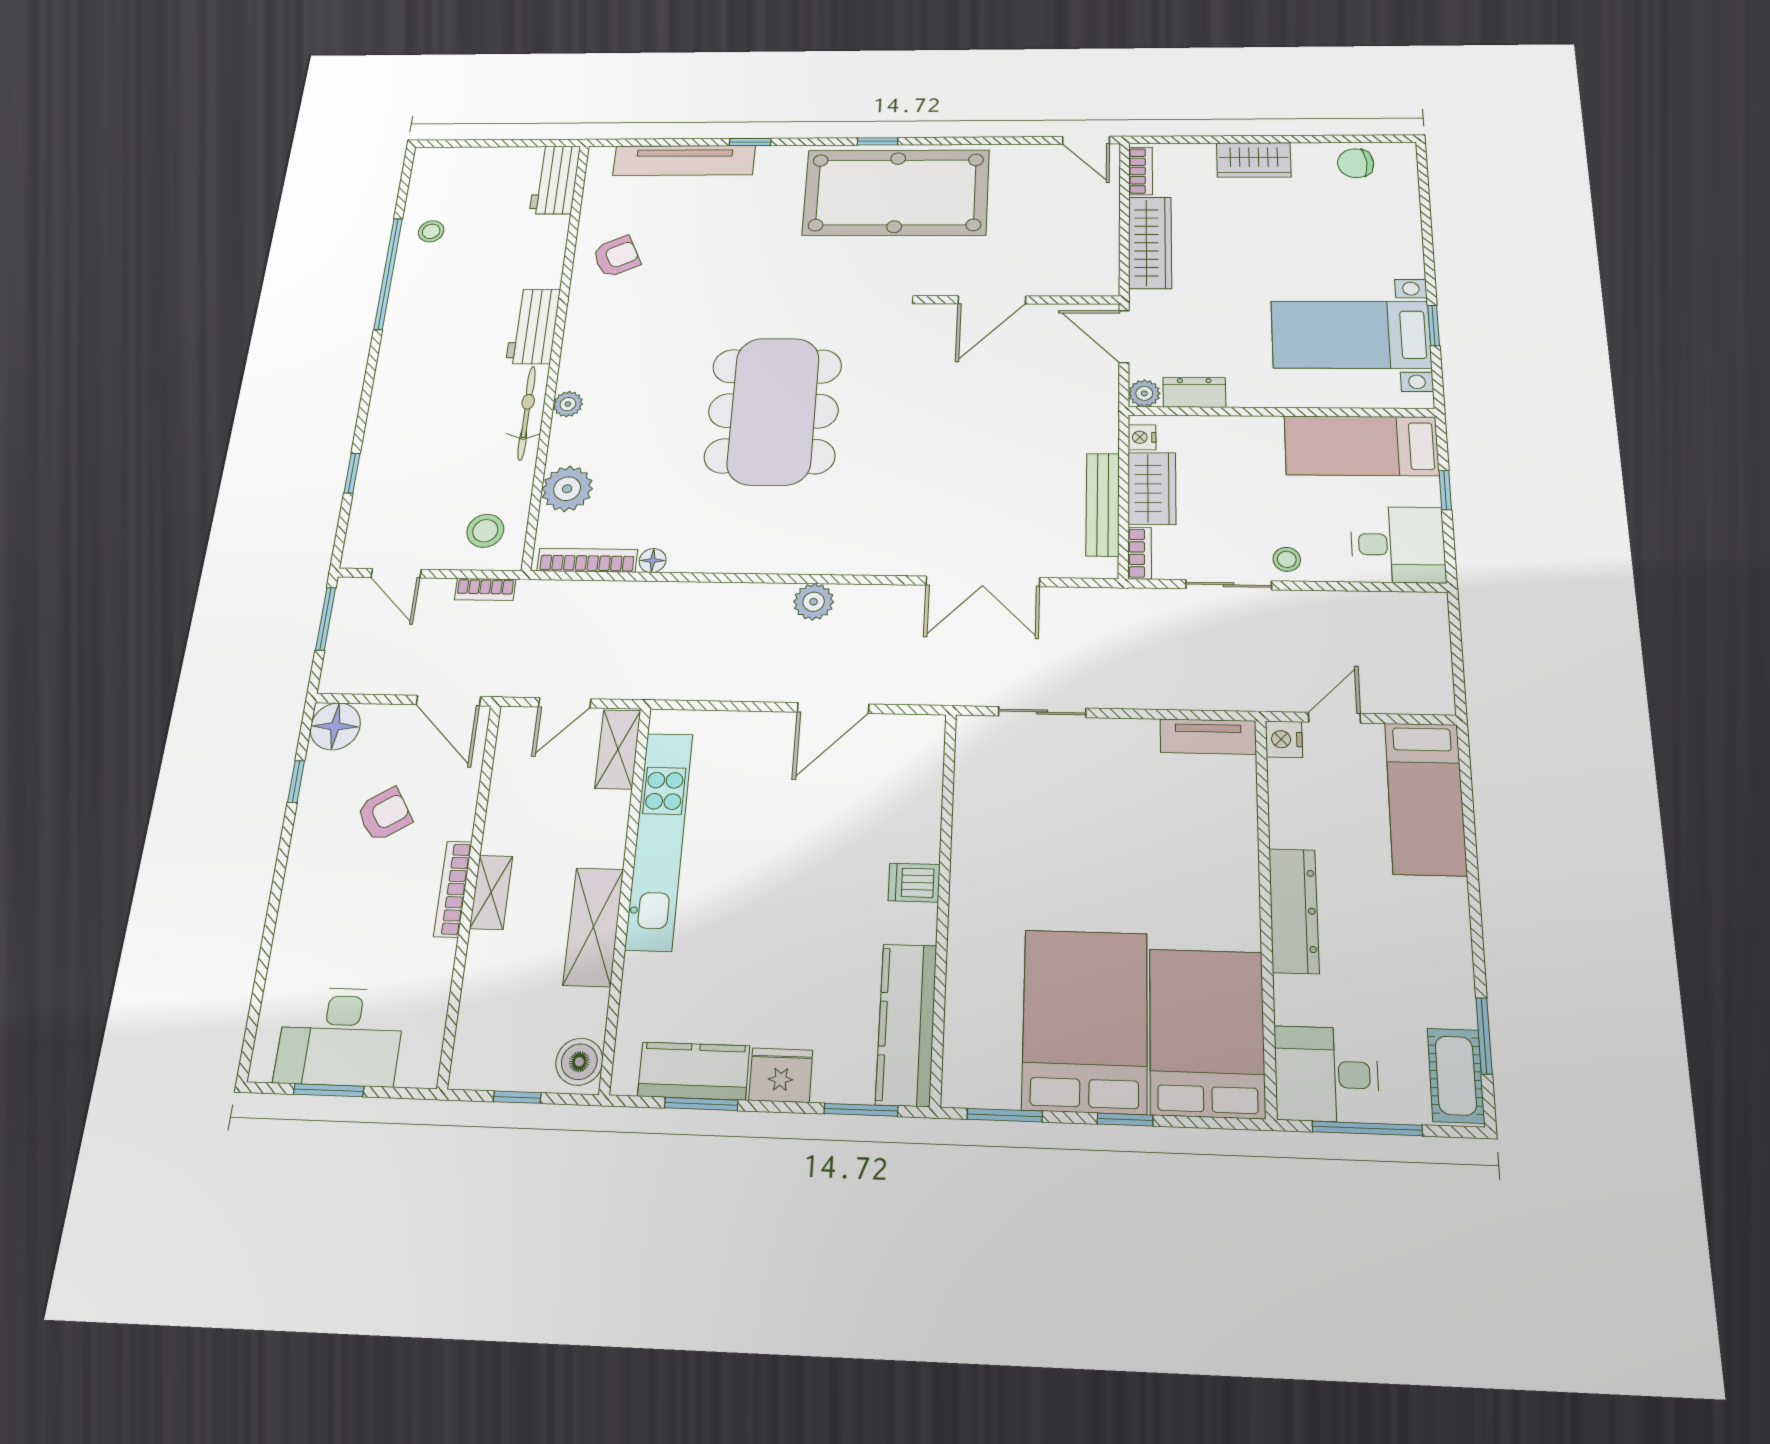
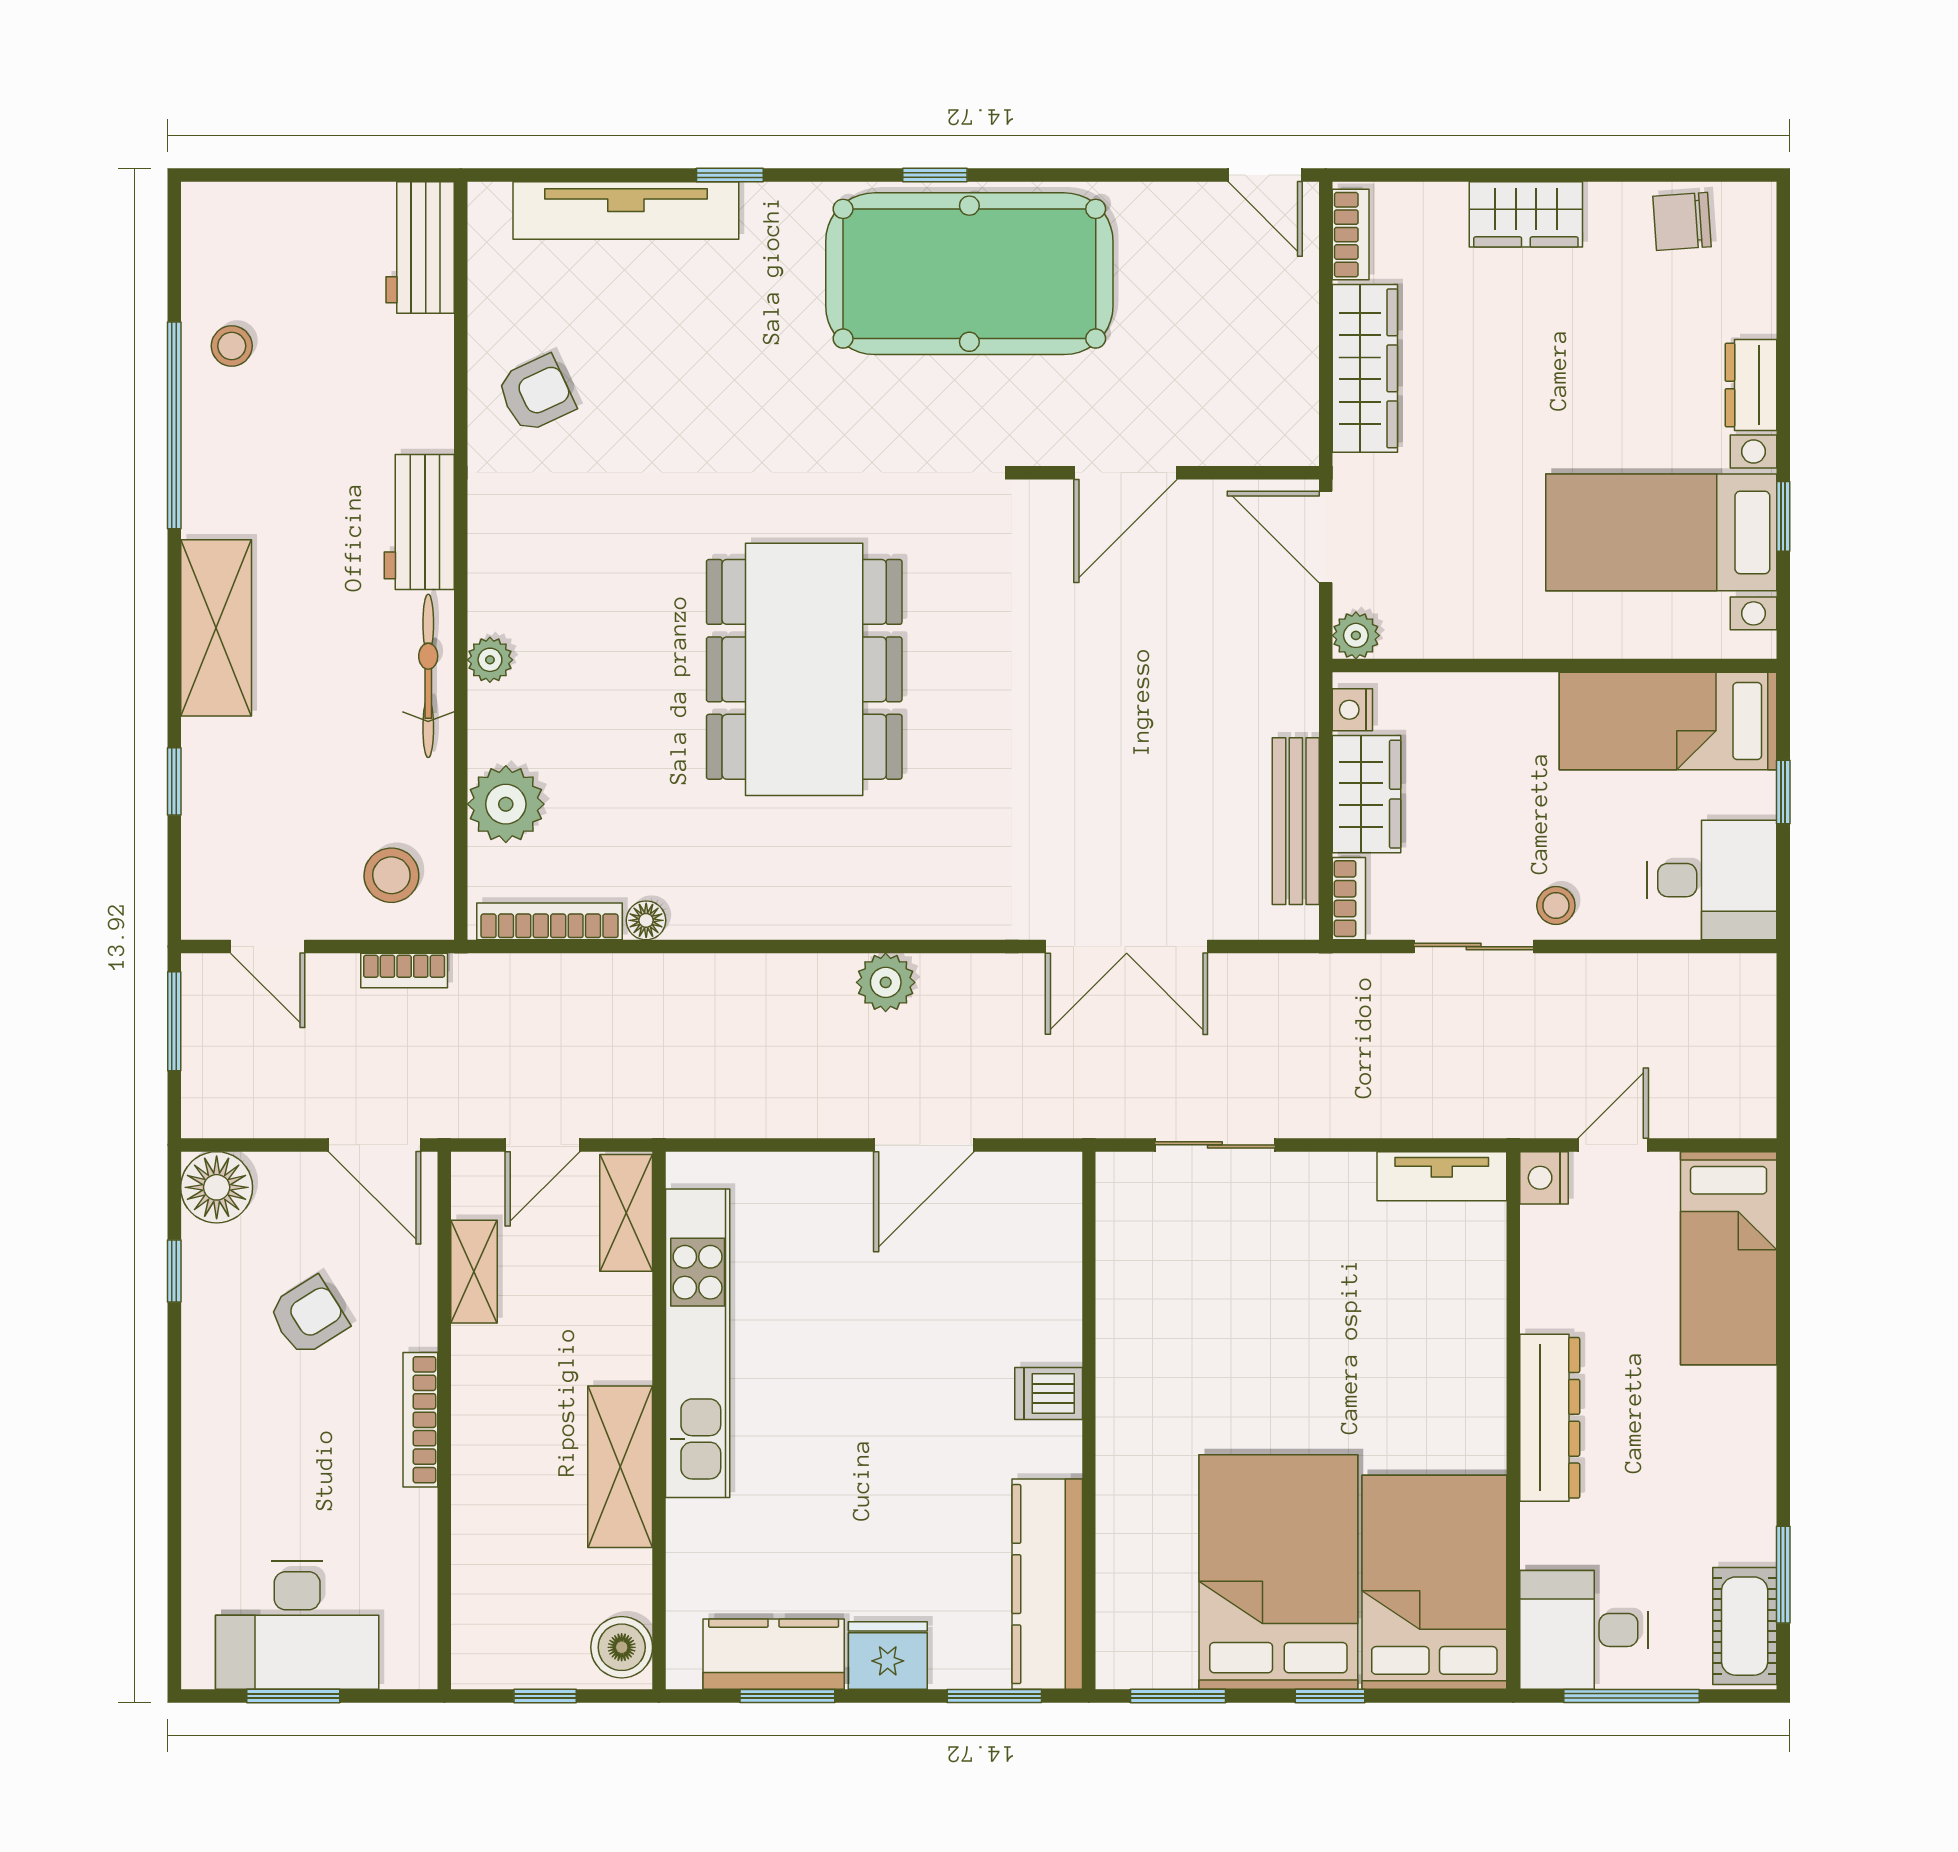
shelving: (395, 385) -> (216, 628), added
dresser: (1194, 392) -> (1751, 385), moved, turned -90
shelving: (491, 892) -> (474, 1272), moved

